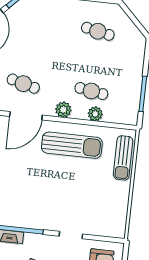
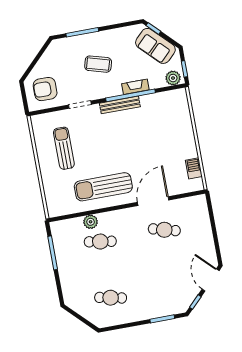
plant: (63, 110) -> (121, 217), removed
sun lounger: (123, 158) -> (64, 148), moved
bench: (31, 223) -> (120, 105), added

